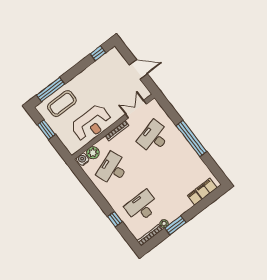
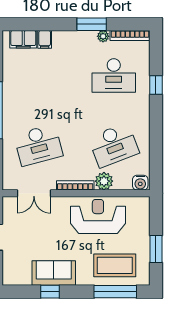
window: (98, 53) -> (50, 292), moved
sofa: (92, 74) -> (54, 273), added
plant: (93, 153) -> (104, 181), moved

